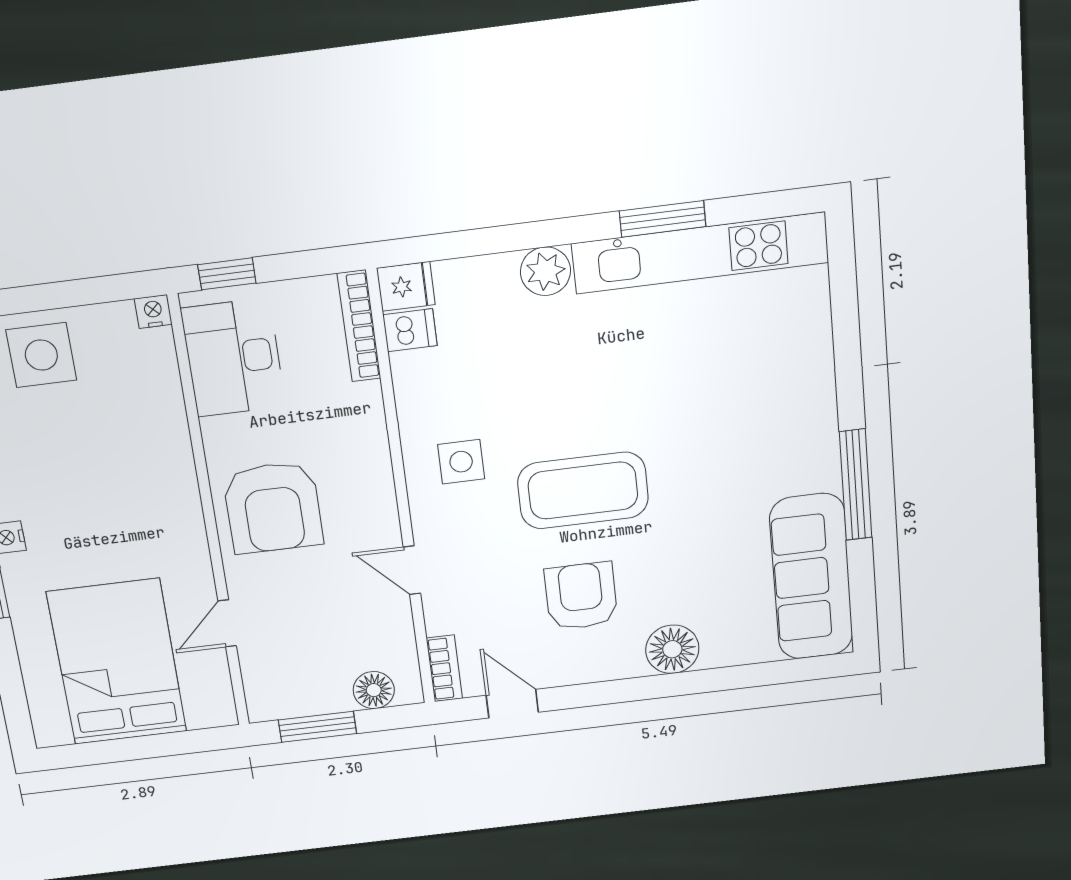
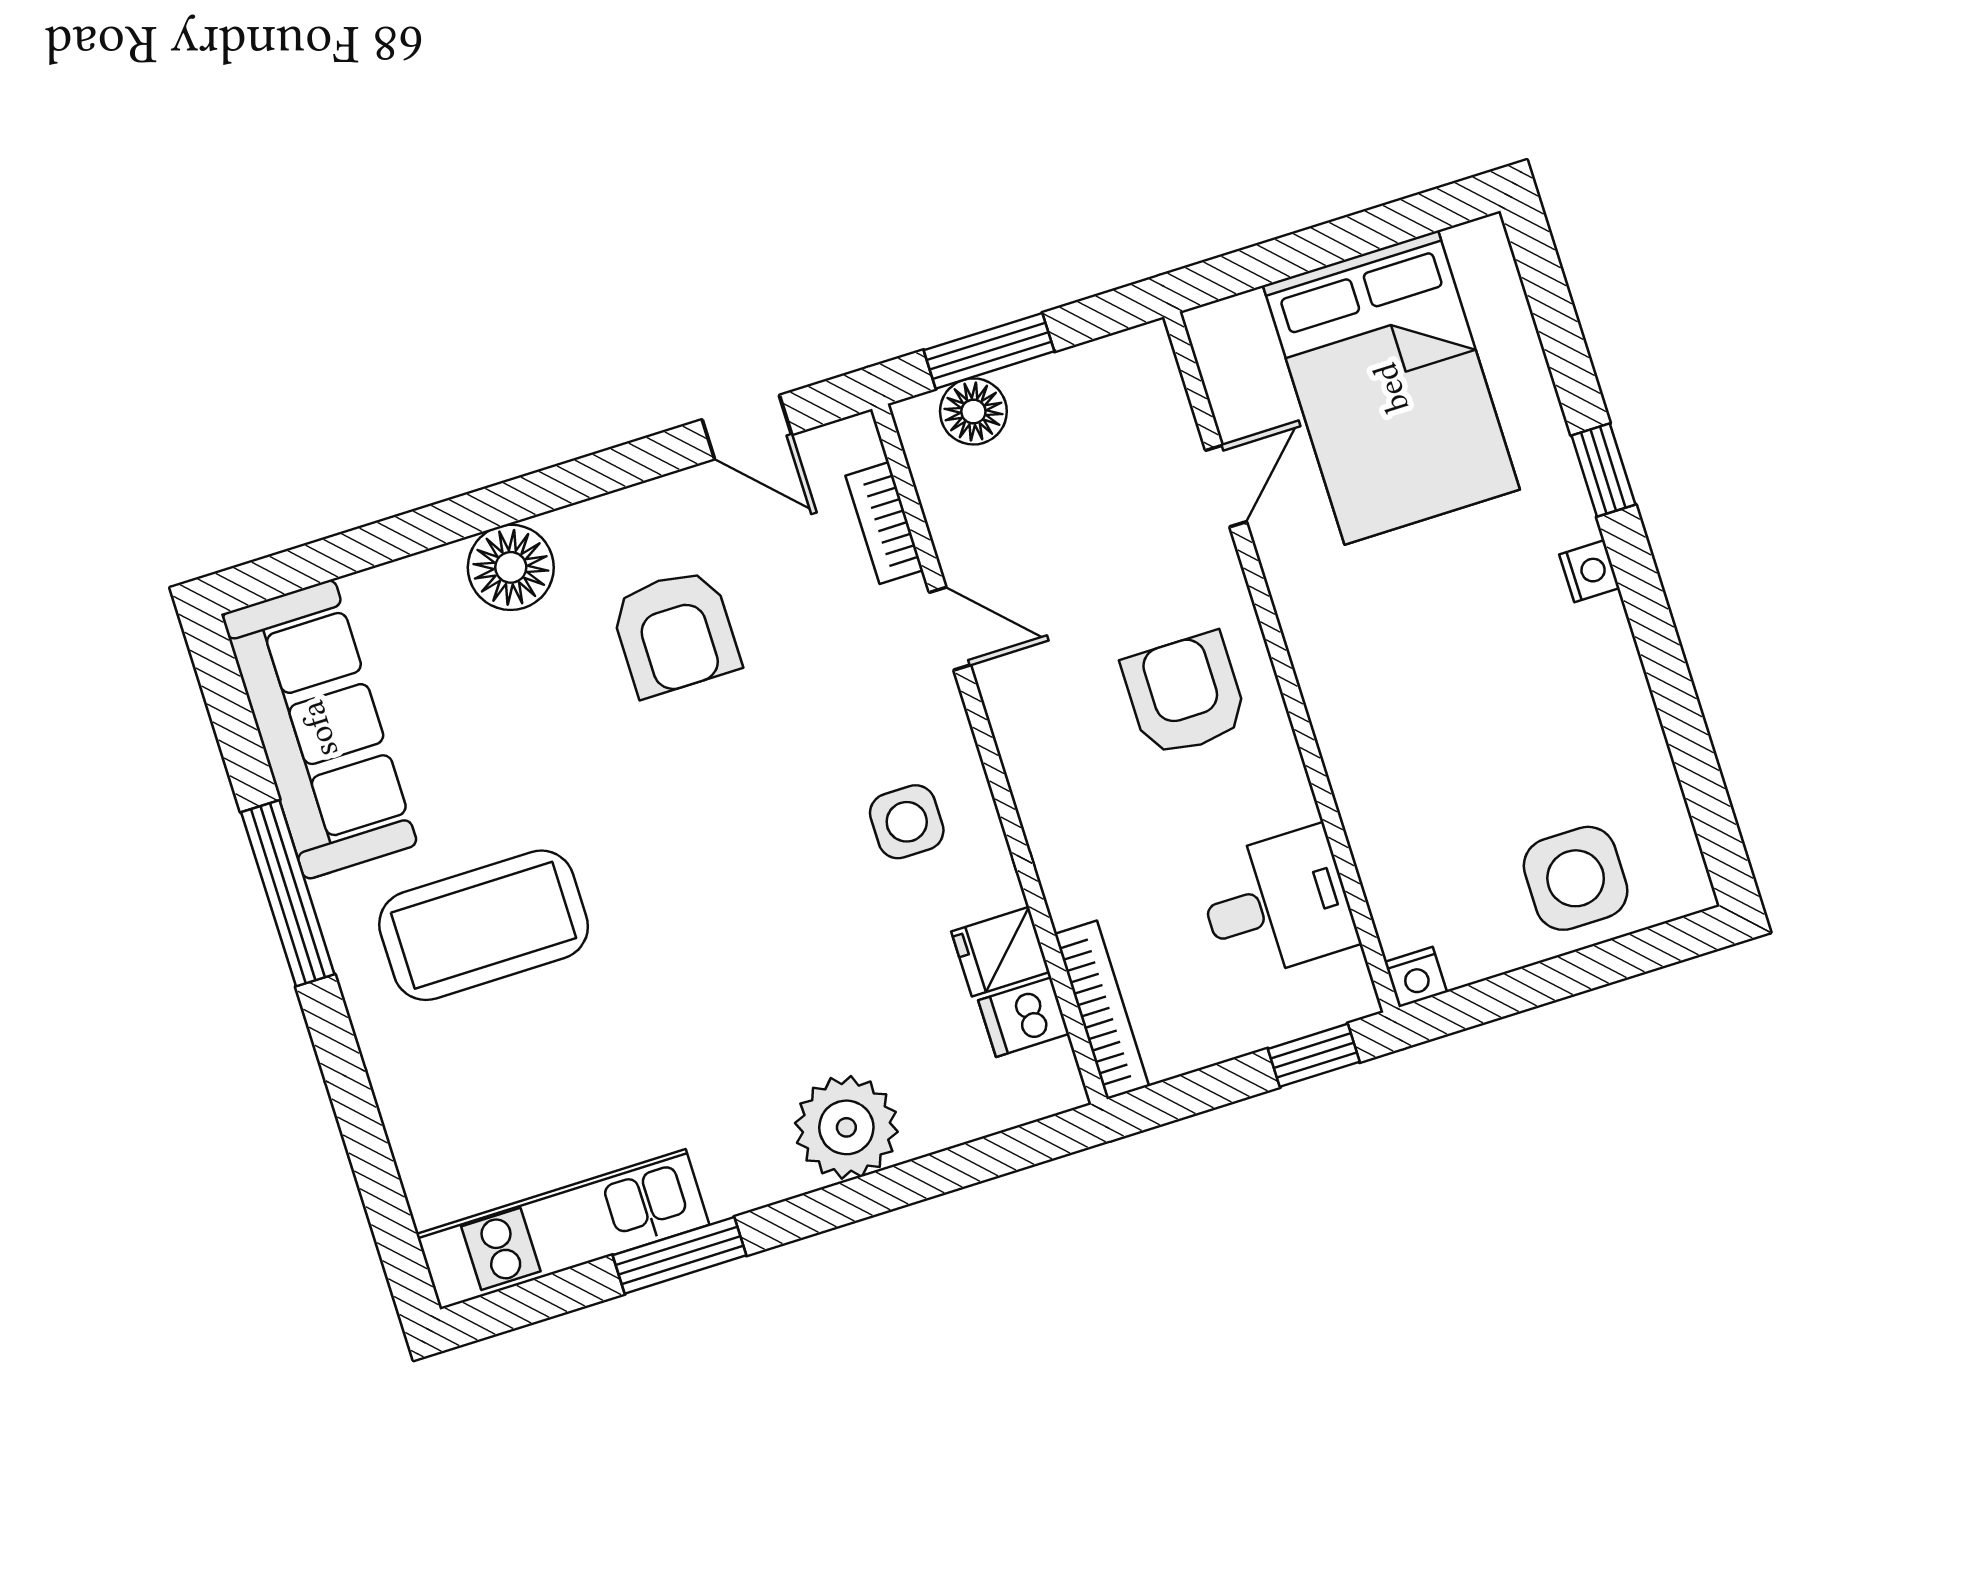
kitchen unit: (700, 253) -> (563, 1229), width x0.73
plant: (545, 271) -> (846, 1127), width x1.36, depth x1.36
fridge: (406, 286) -> (1000, 952), moved
desk: (233, 358) -> (1277, 904), width x0.73
coffee table: (583, 490) -> (484, 925), moved
armchair: (273, 508) -> (1185, 694), width x0.73, depth x0.73
bookcase: (444, 668) -> (884, 523), moved
window: (317, 727) -> (989, 351), moved

